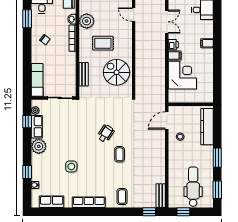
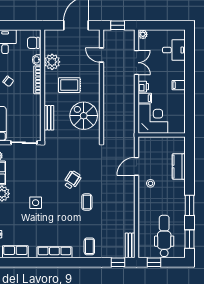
wall: (191, 104) -> (162, 135), moved
kitchen counter: (207, 127) -> (179, 167), width x0.67
side table: (71, 166) -> (36, 203), moved

